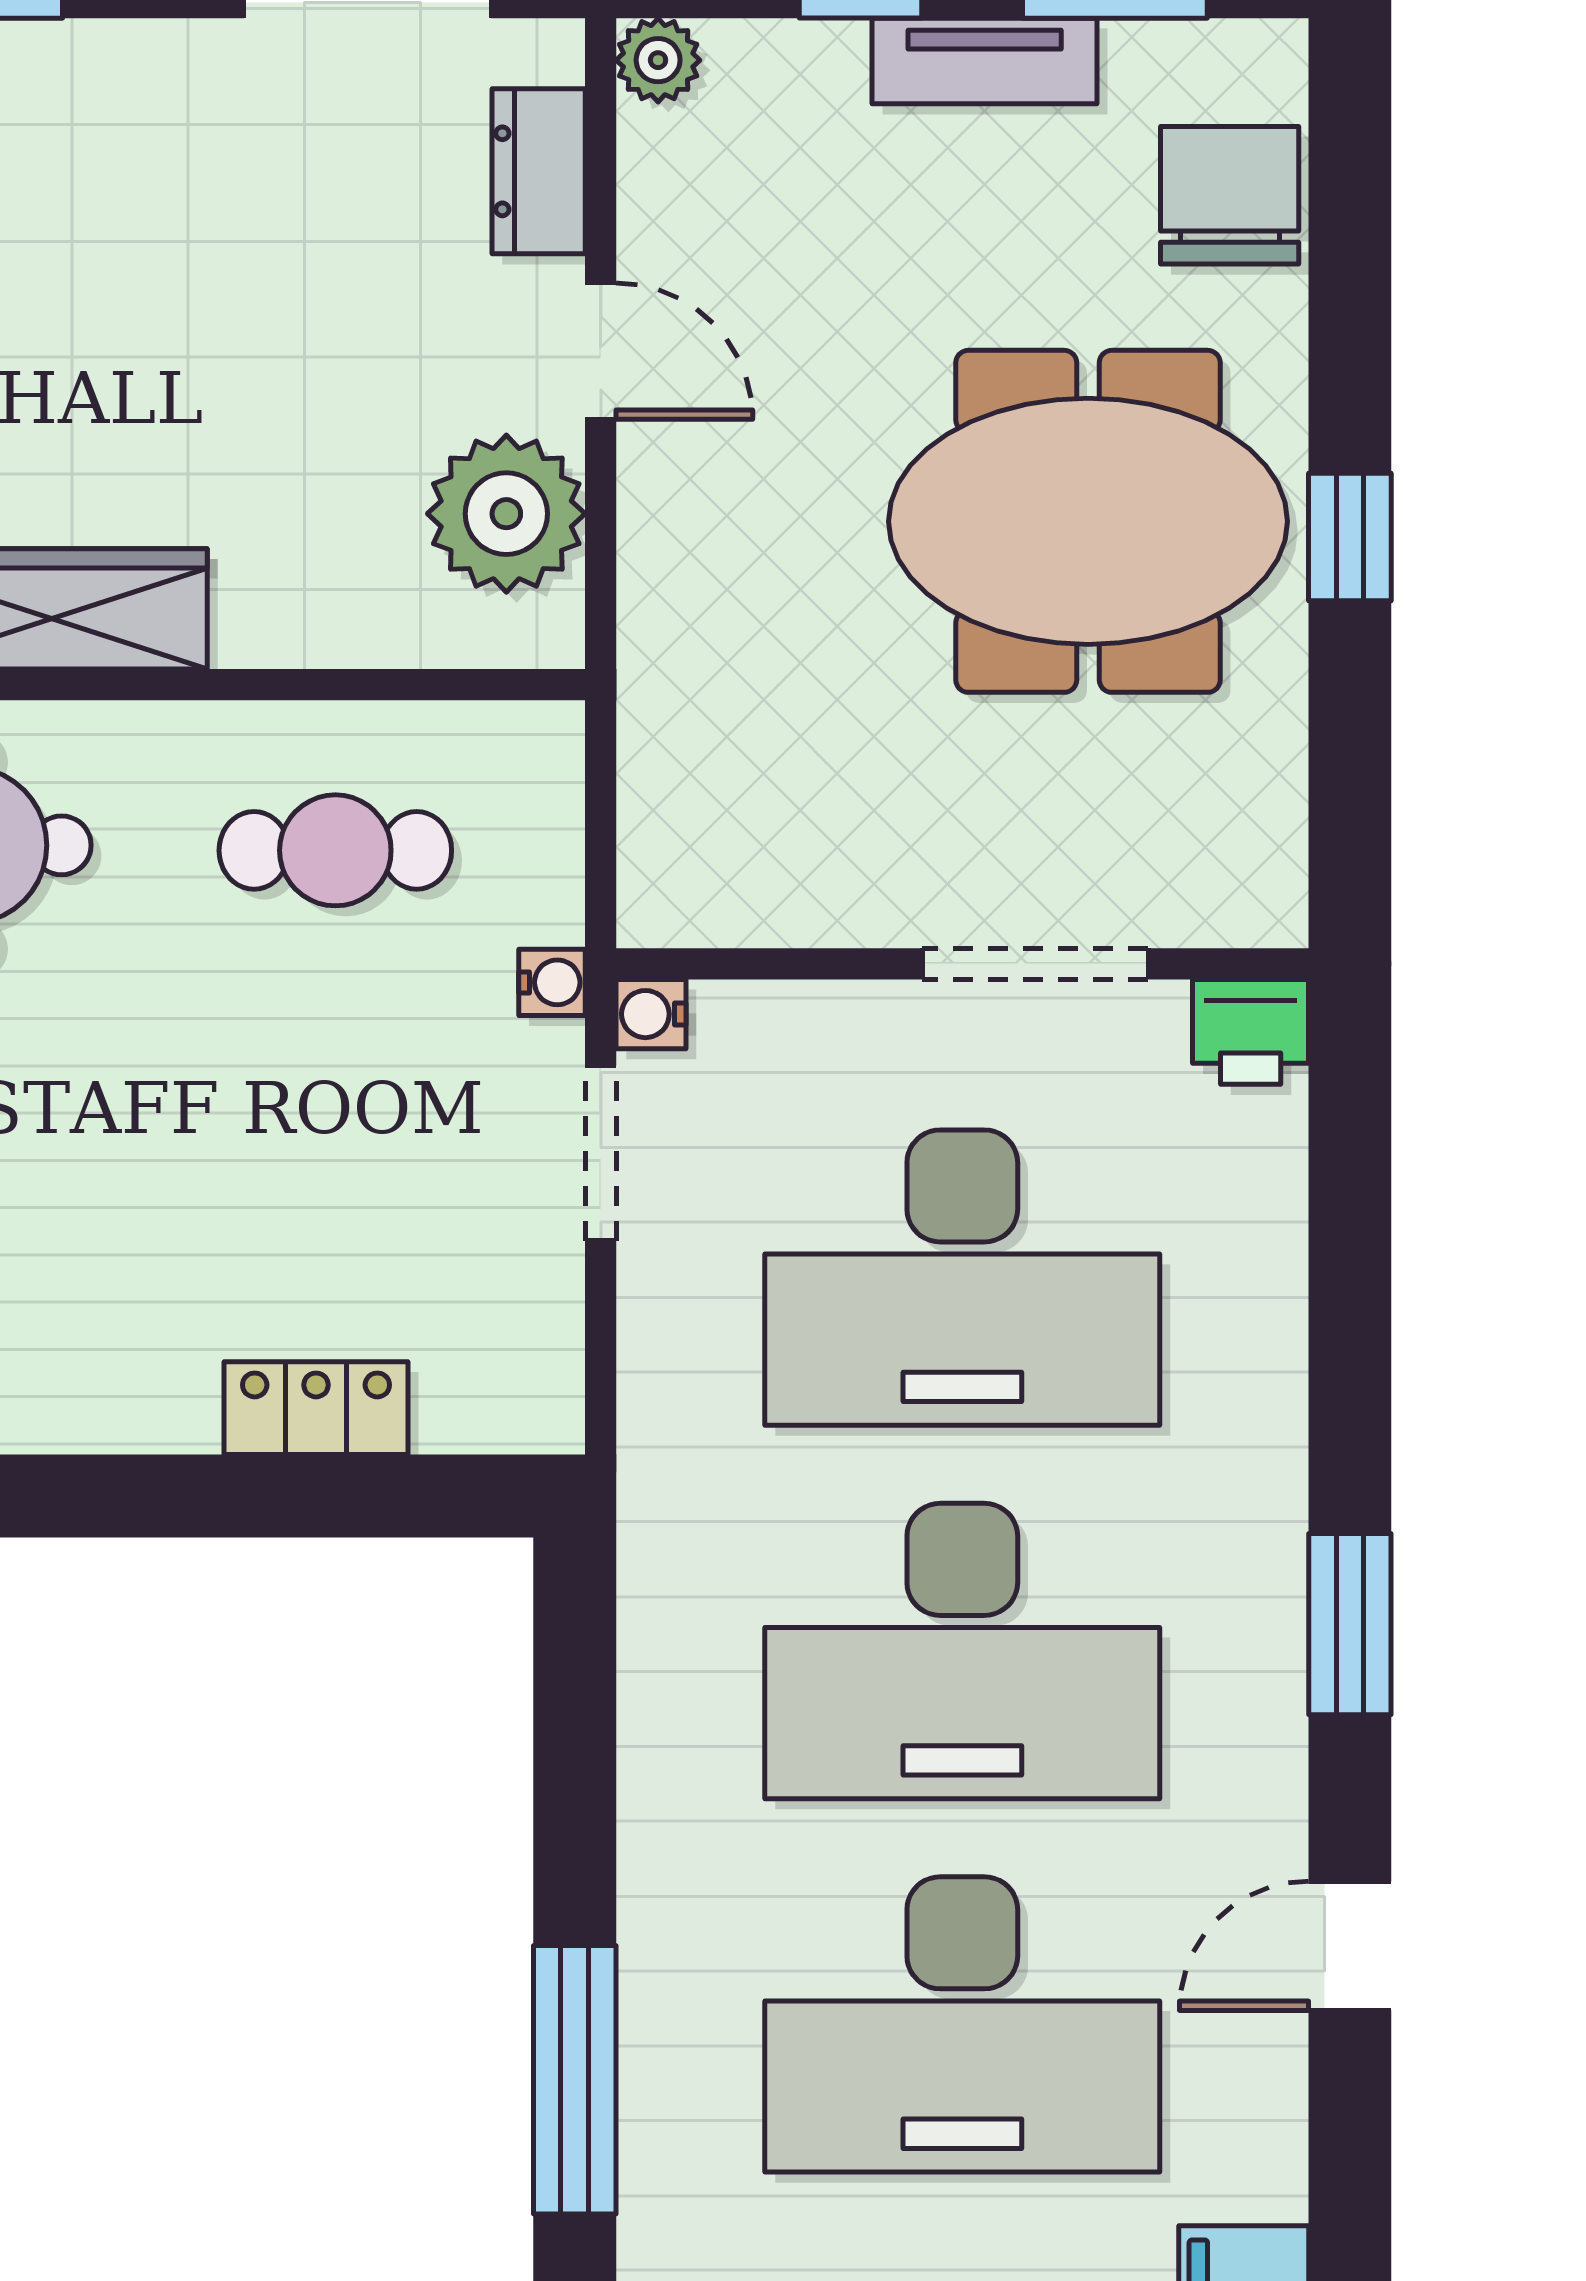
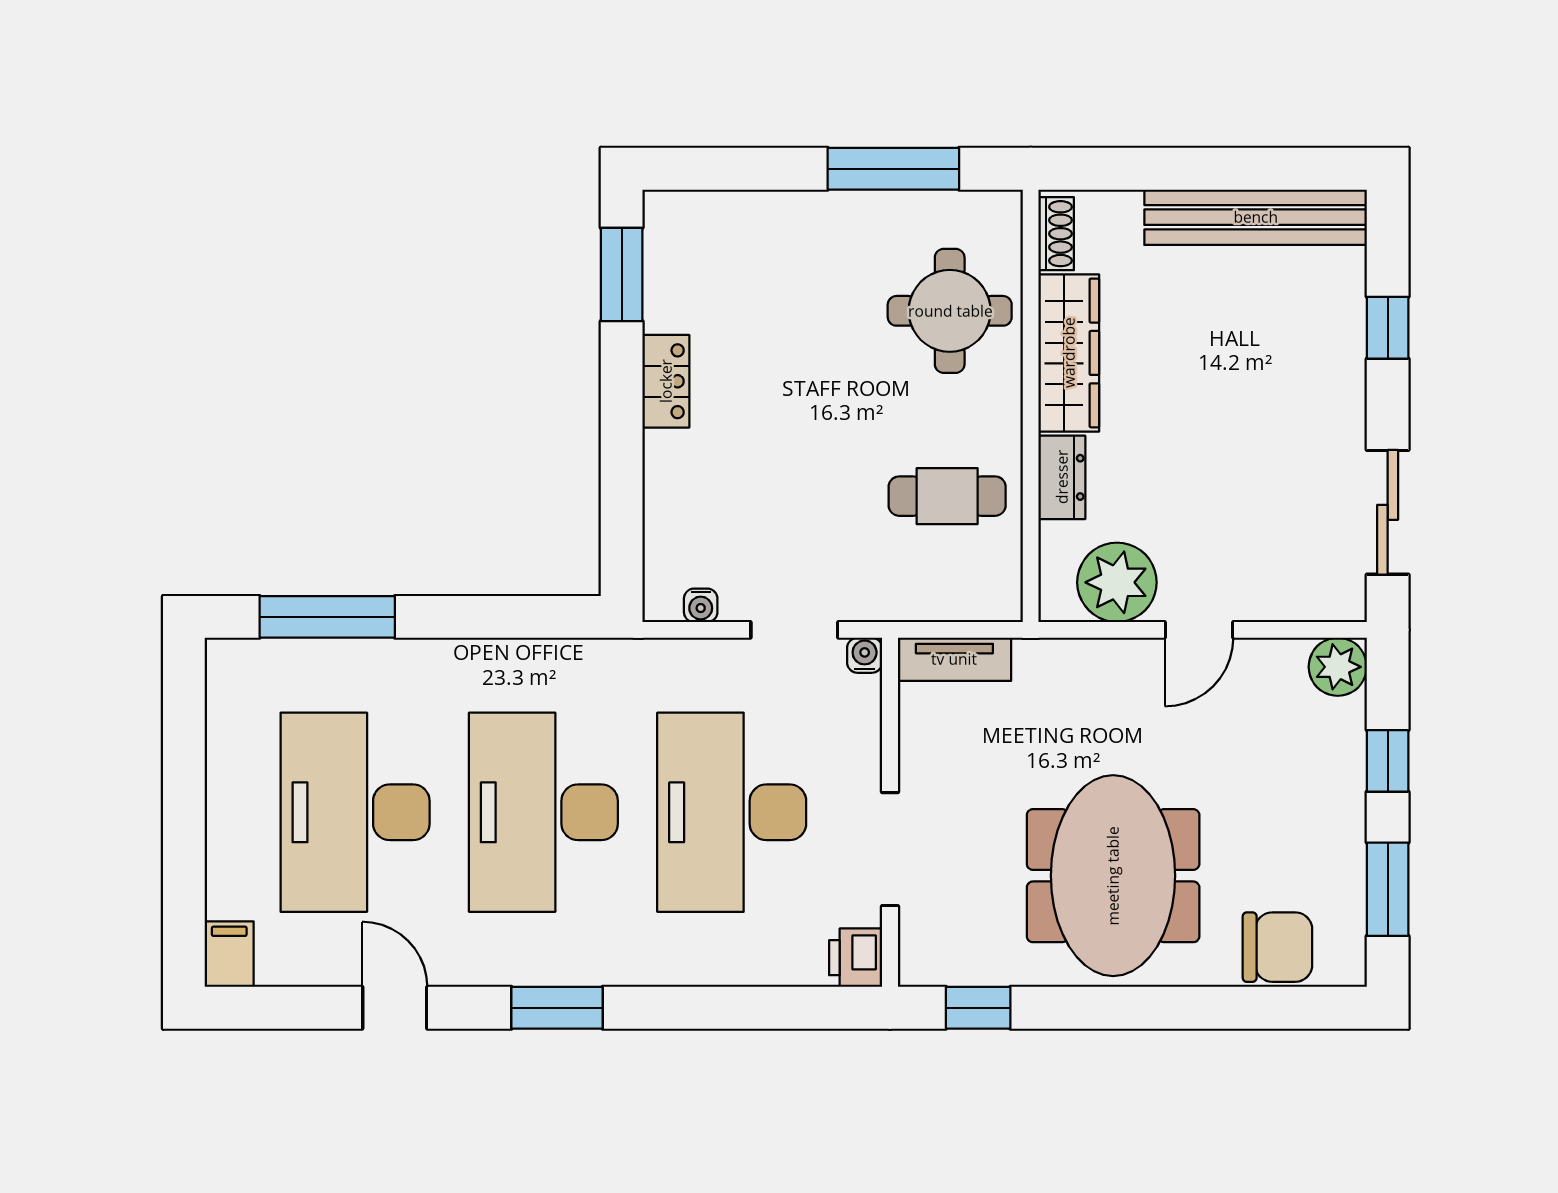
plant: (658, 60) -> (1338, 667), width x1.38, depth x1.38
tv unit: (985, 61) -> (954, 659), moved, turned -90
dresser: (539, 171) -> (1062, 477), moved, turned 90
window: (1350, 537) -> (978, 1008), moved
cafe table: (335, 850) -> (947, 496), turned 90
water cooler: (552, 982) -> (701, 605), moved
locker: (316, 1408) -> (666, 381), moved

